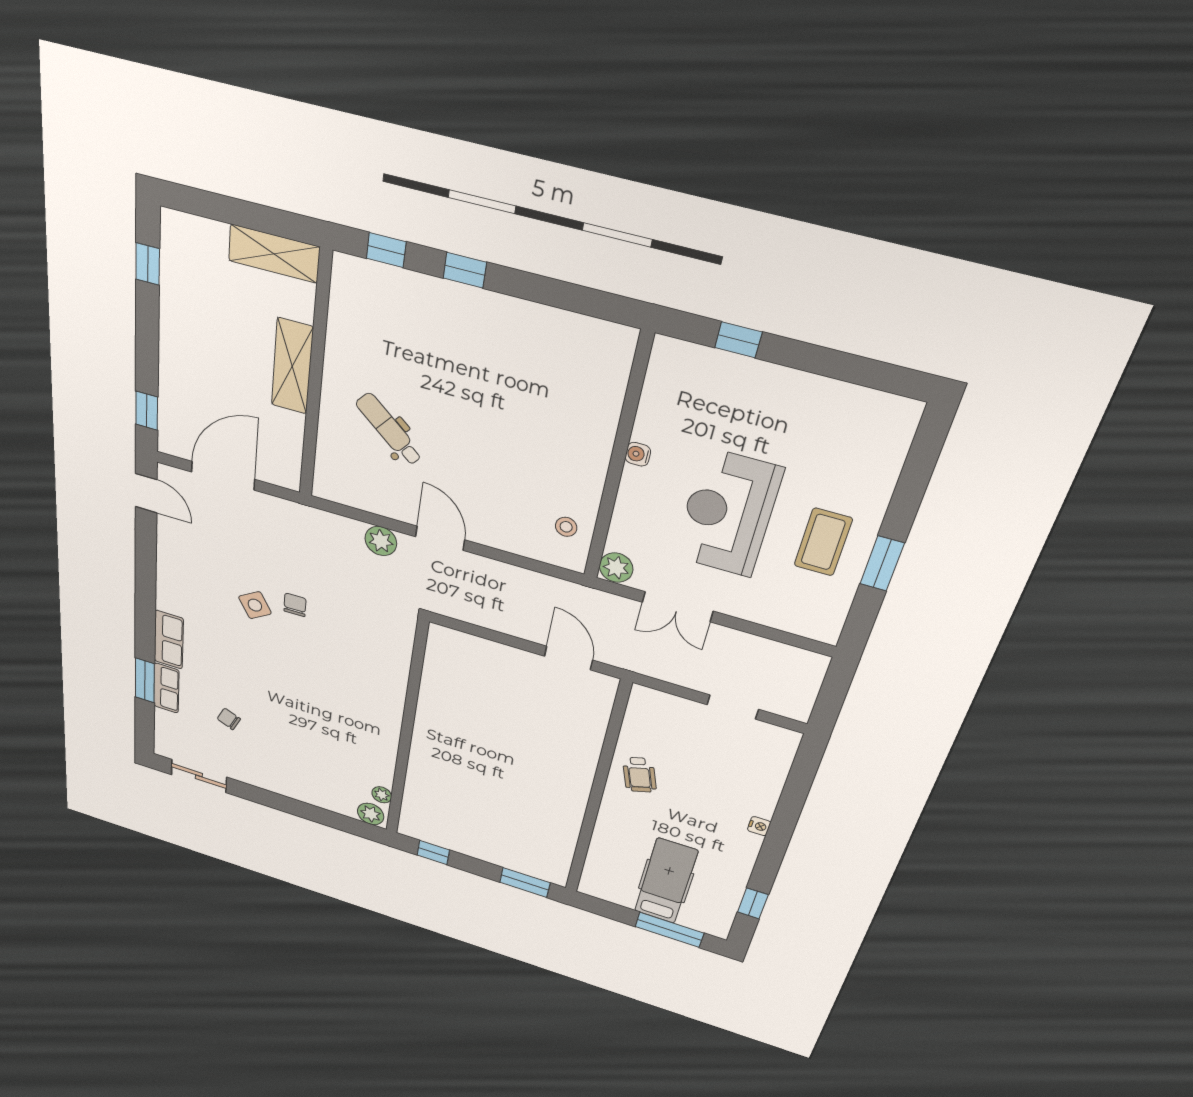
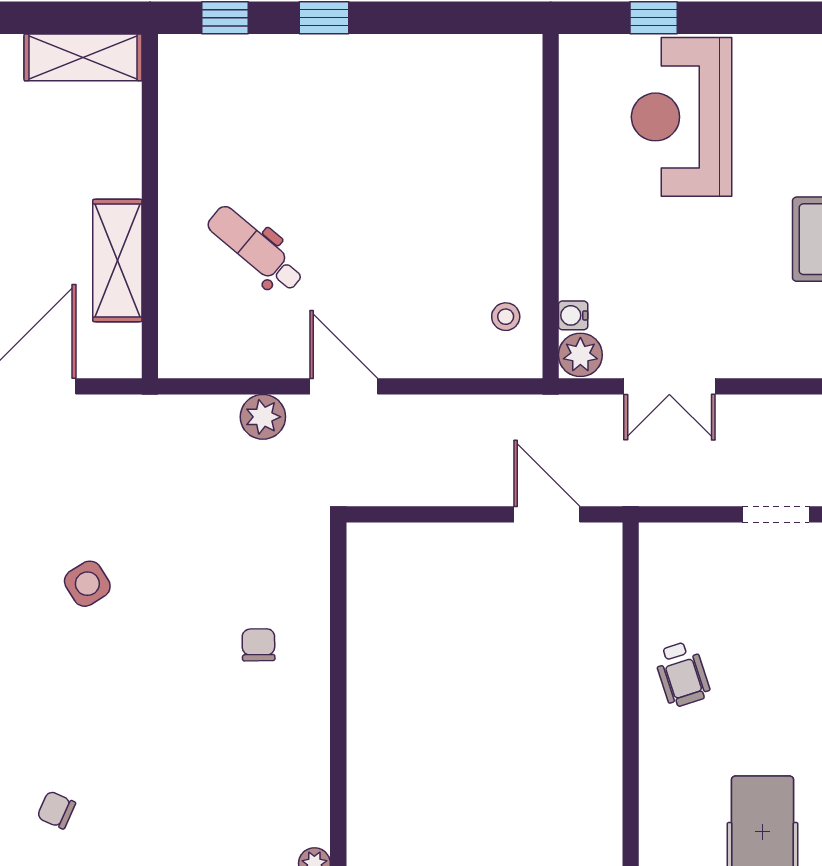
shelving: (292, 366) -> (117, 260), moved
water cooler: (638, 454) -> (573, 315), moved
reception desk: (728, 513) -> (681, 117), moved
chair: (295, 605) -> (258, 645), moved

